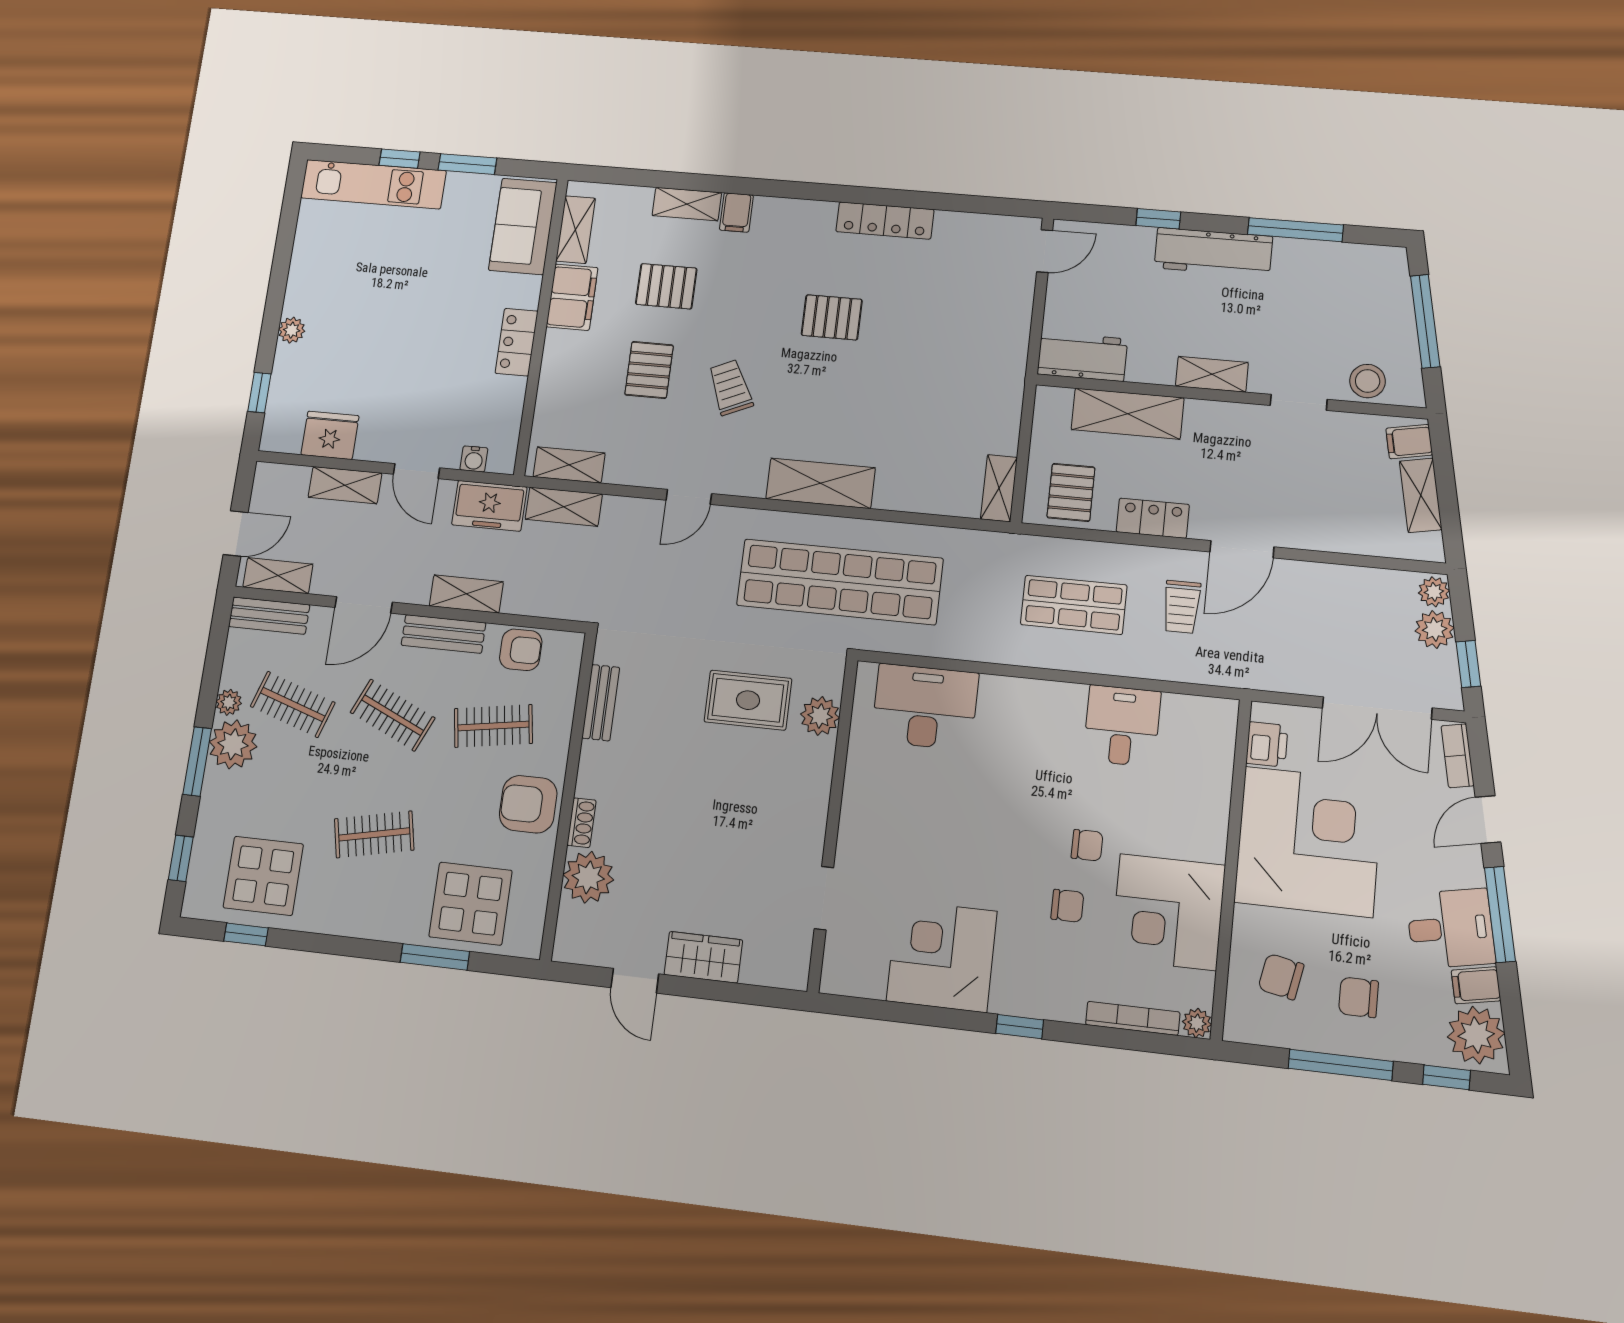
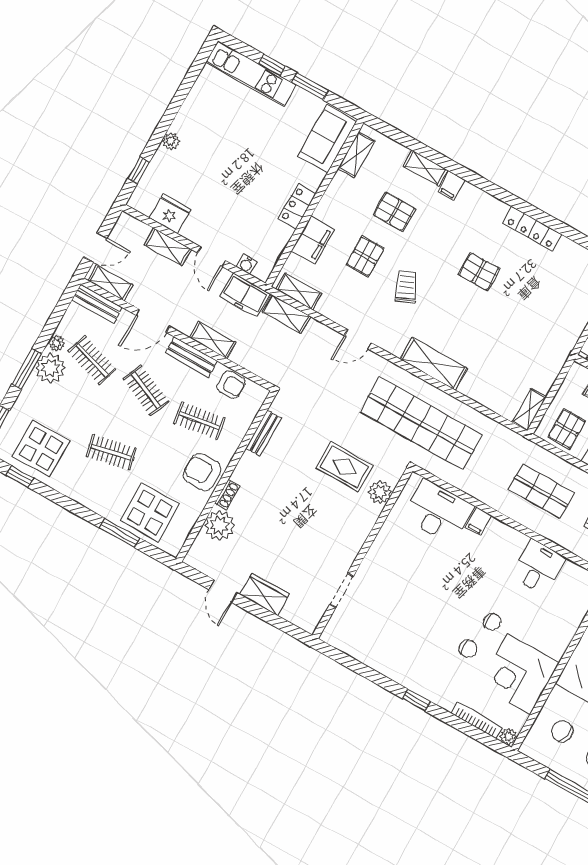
filing cabinet: (572, 297) -> (313, 240), moved
filing cabinet: (995, 695) -> (478, 522), added
corner desk: (942, 956) -> (391, 647), removed

